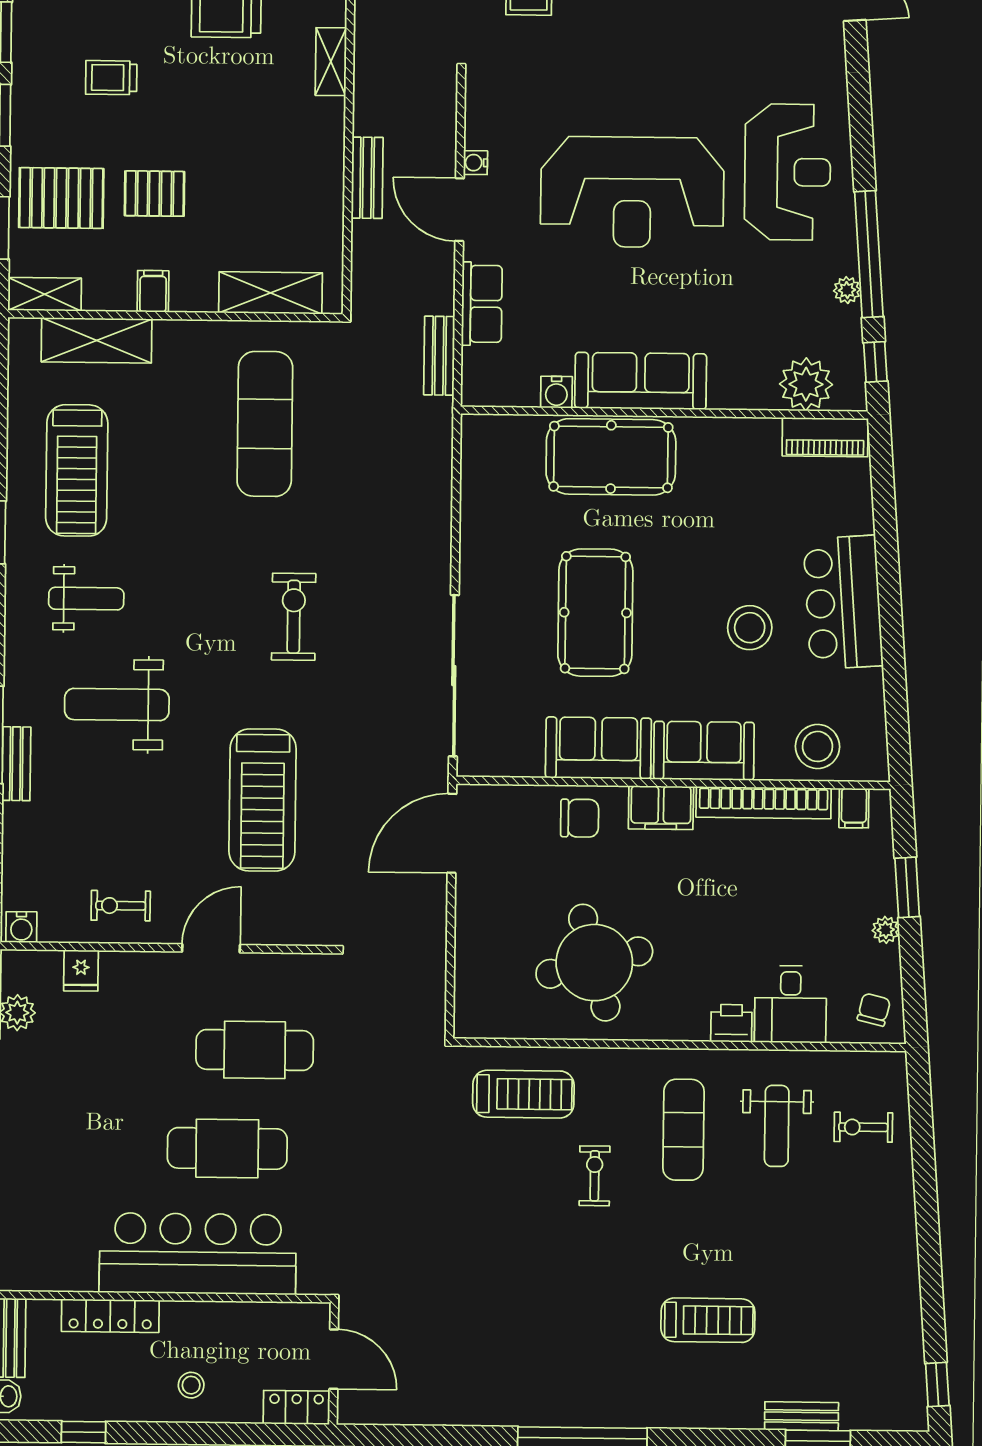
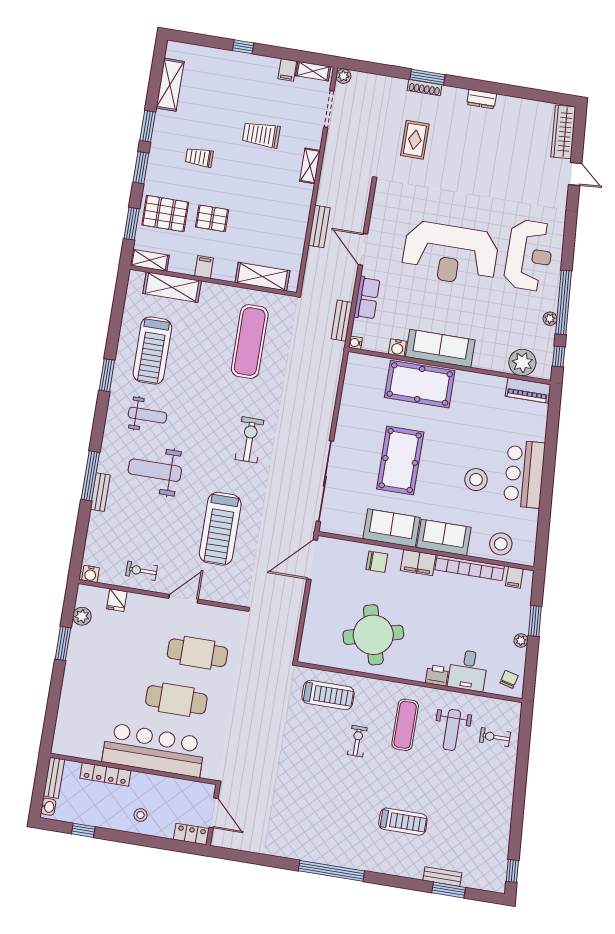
water cooler: (475, 163) -> (355, 343), moved

